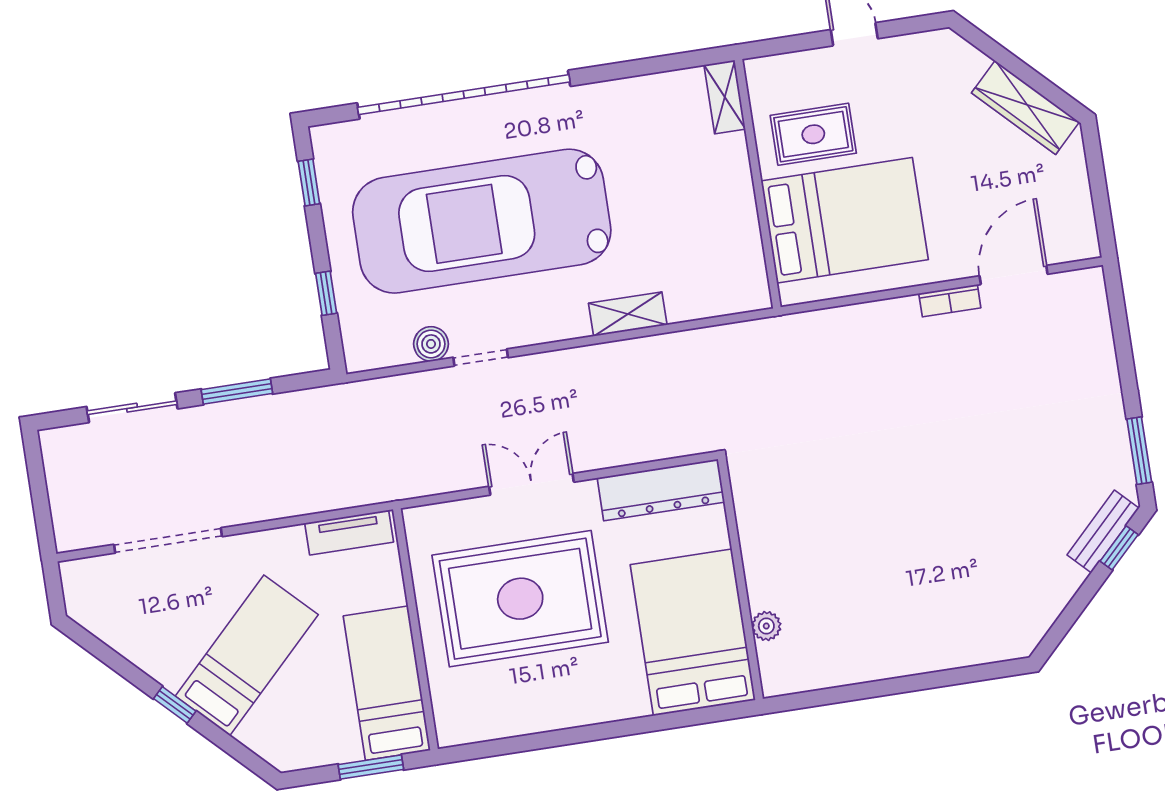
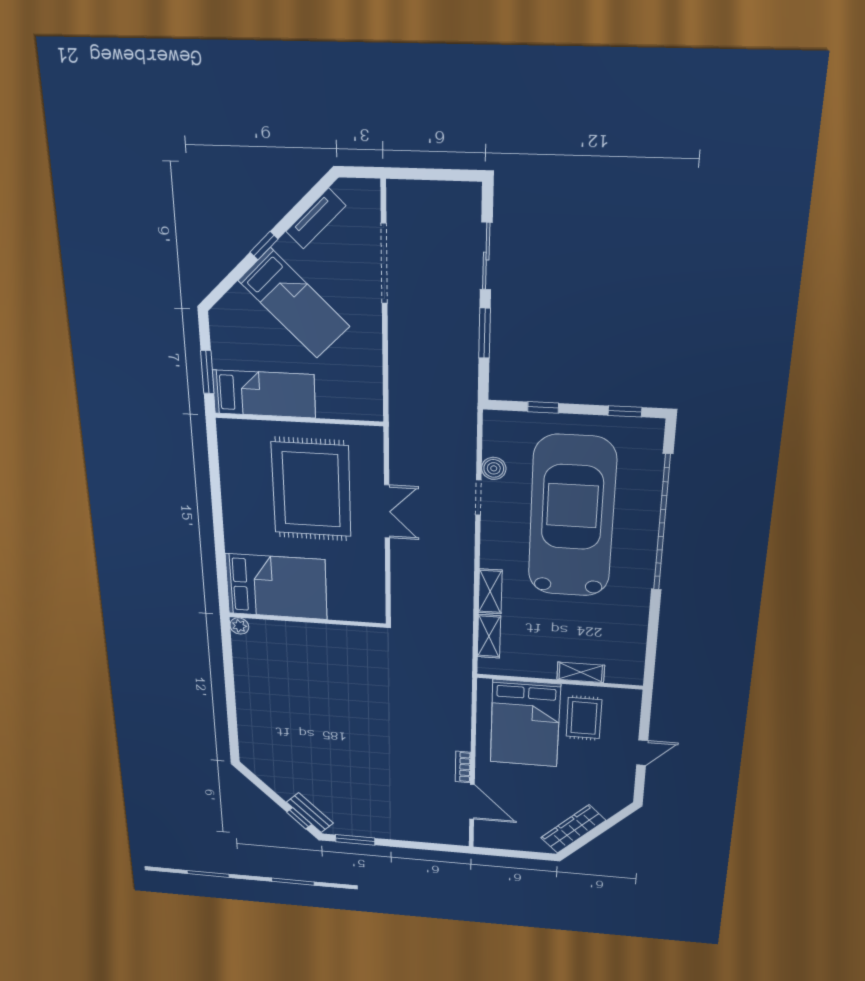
shelving: (725, 97) -> (581, 672), moved
shelving: (704, 302) -> (489, 636), added
dresser: (661, 490) -> (371, 587), removed
tv unit: (349, 533) -> (316, 219), moved, turned -135
plant: (766, 626) -> (239, 626), moved

